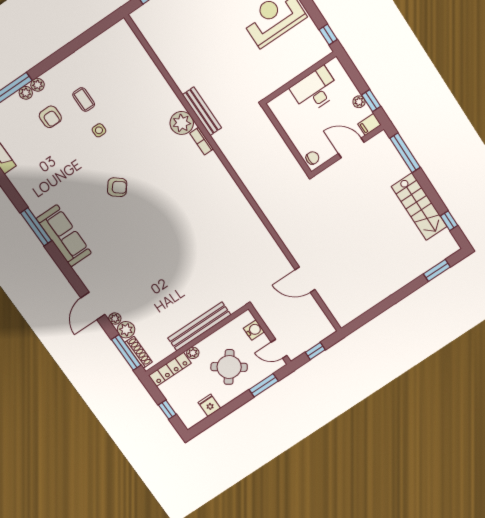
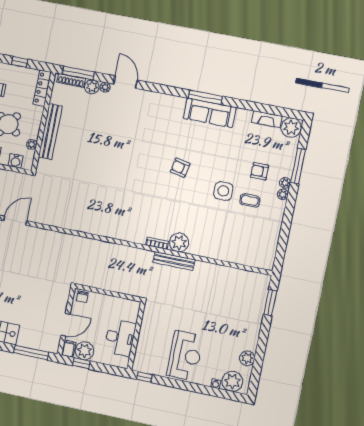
plant: (26, 93) -> (283, 194), moved
plant: (359, 102) -> (84, 351), width x1.88, depth x1.88
side table: (99, 130) -> (223, 191), width x1.87, depth x1.87
armchair: (117, 187) -> (180, 168), turned 63
sofa: (64, 236) -> (210, 113), moved
plant: (193, 353) -> (32, 144), moved

